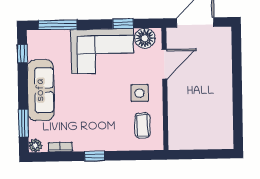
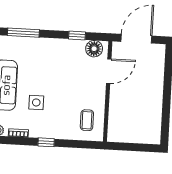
corner sofa: (102, 51) -> (59, 57), removed
side table: (140, 93) -> (36, 102), moved

